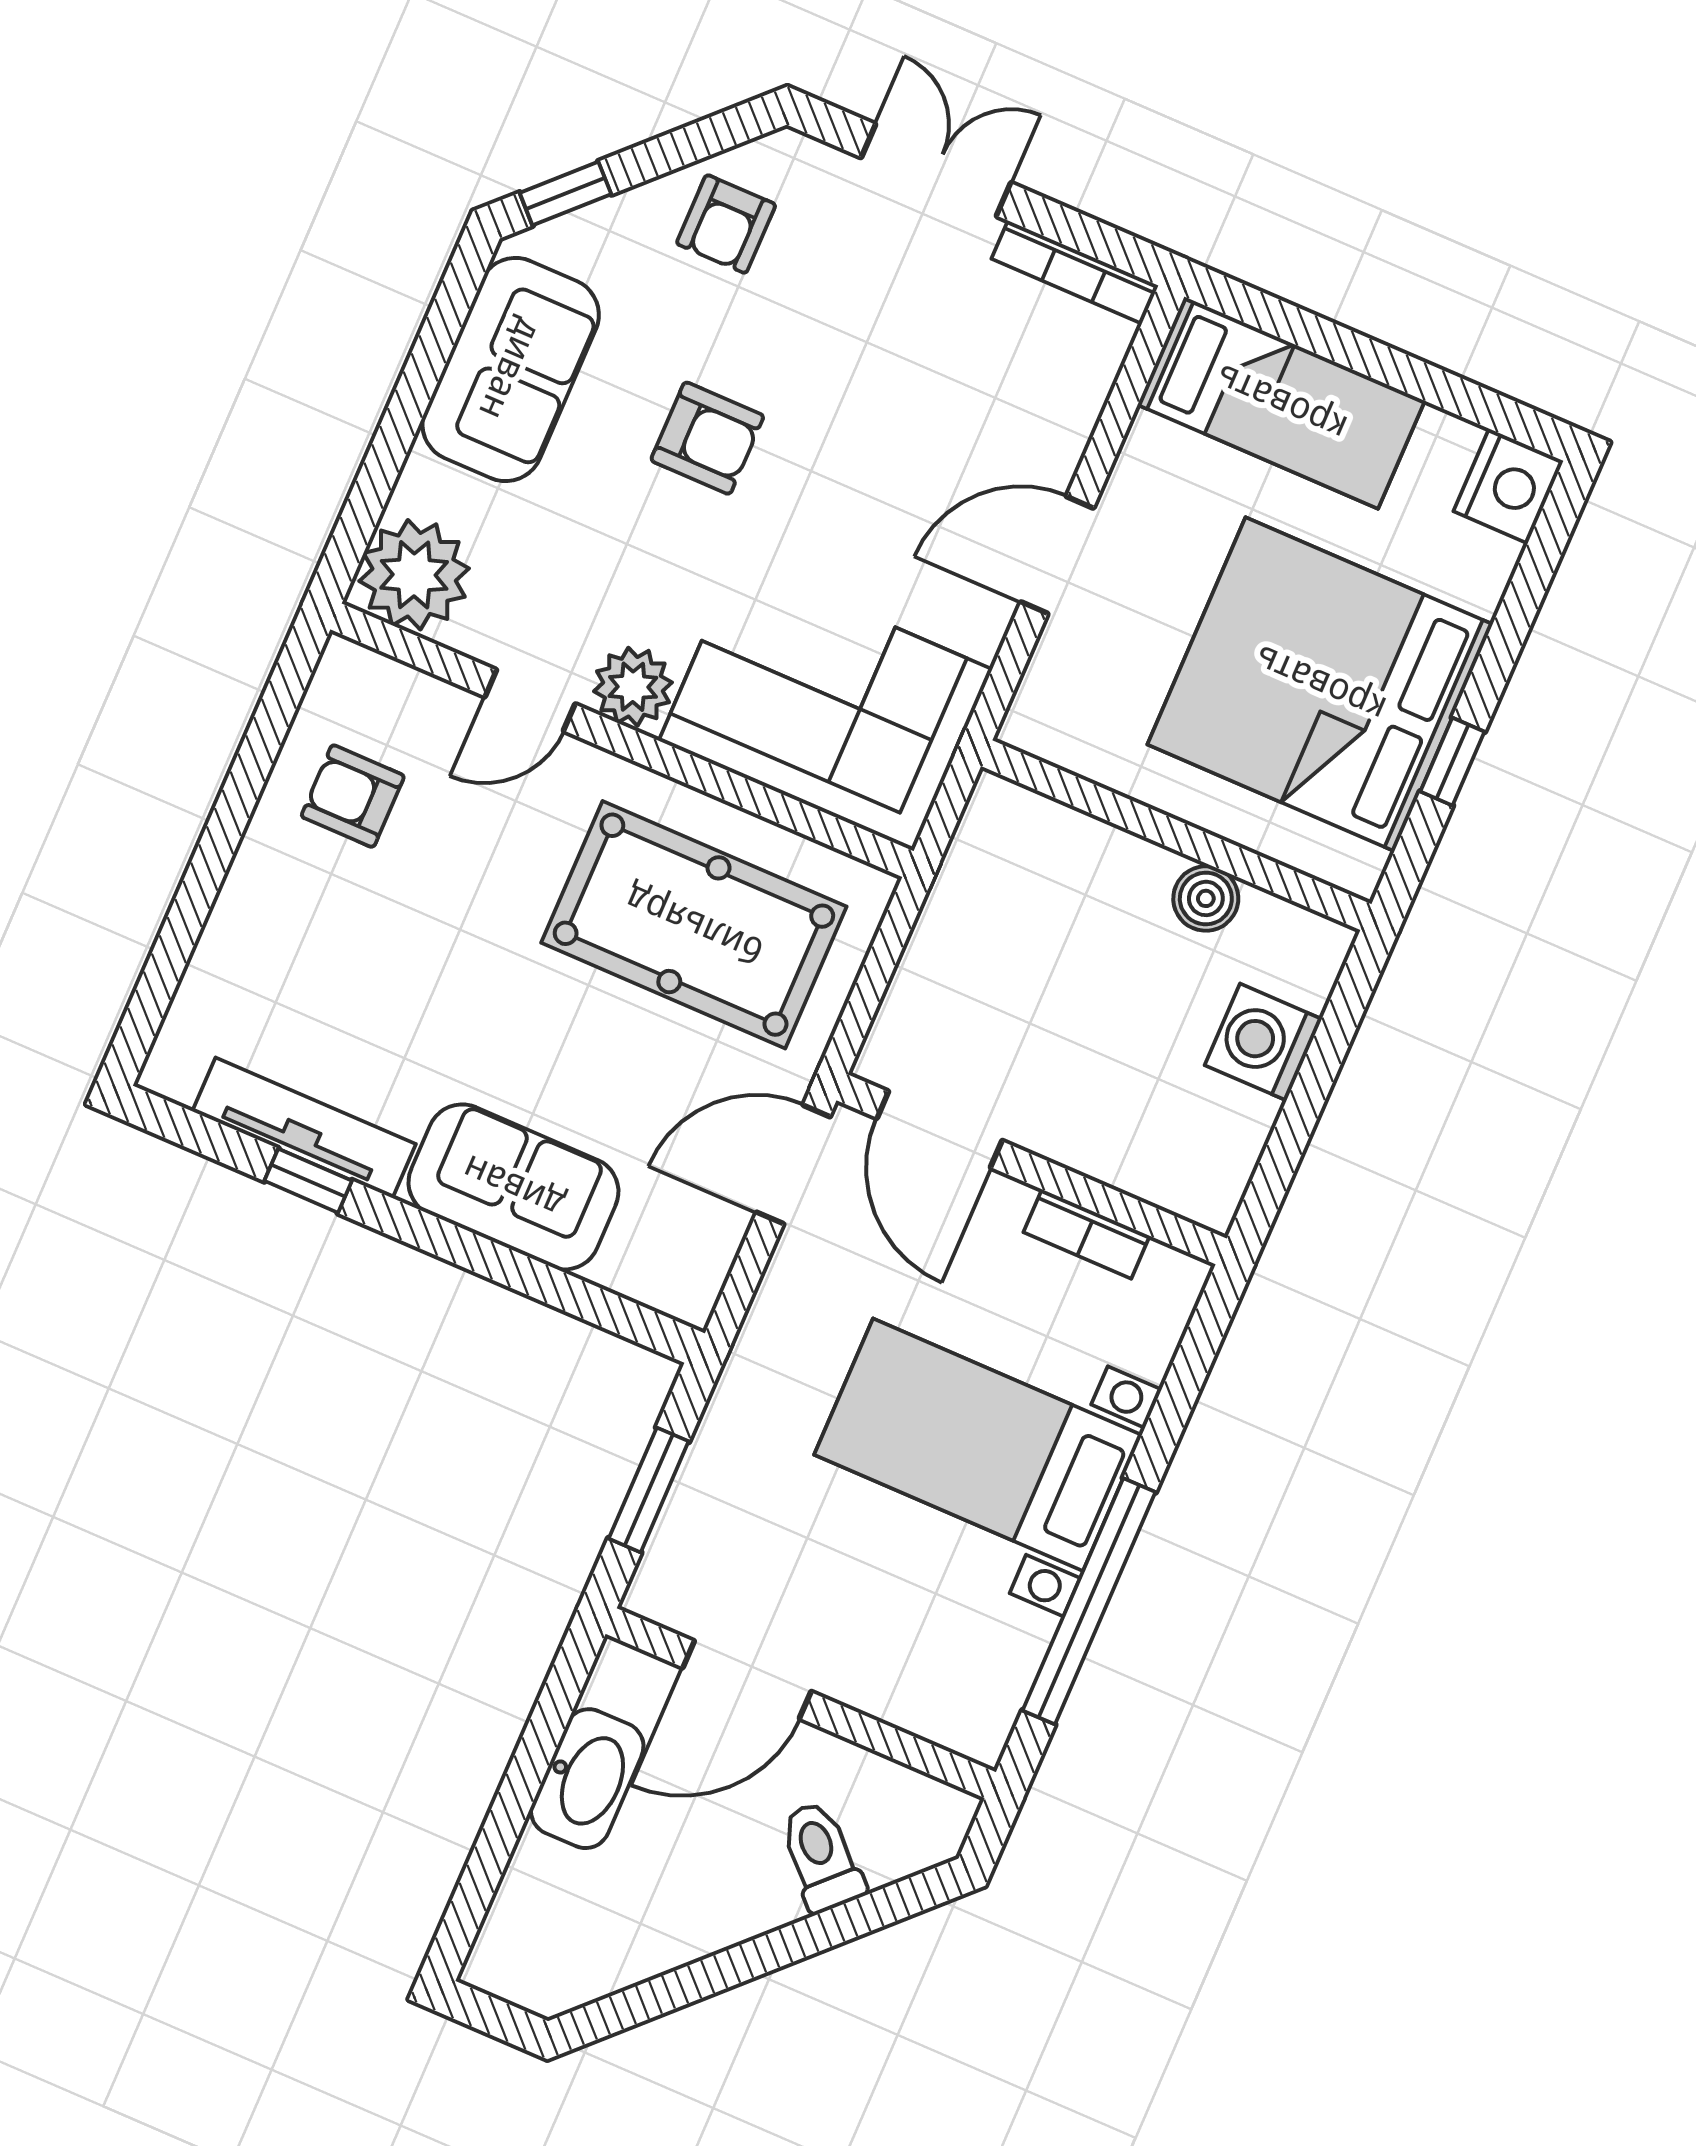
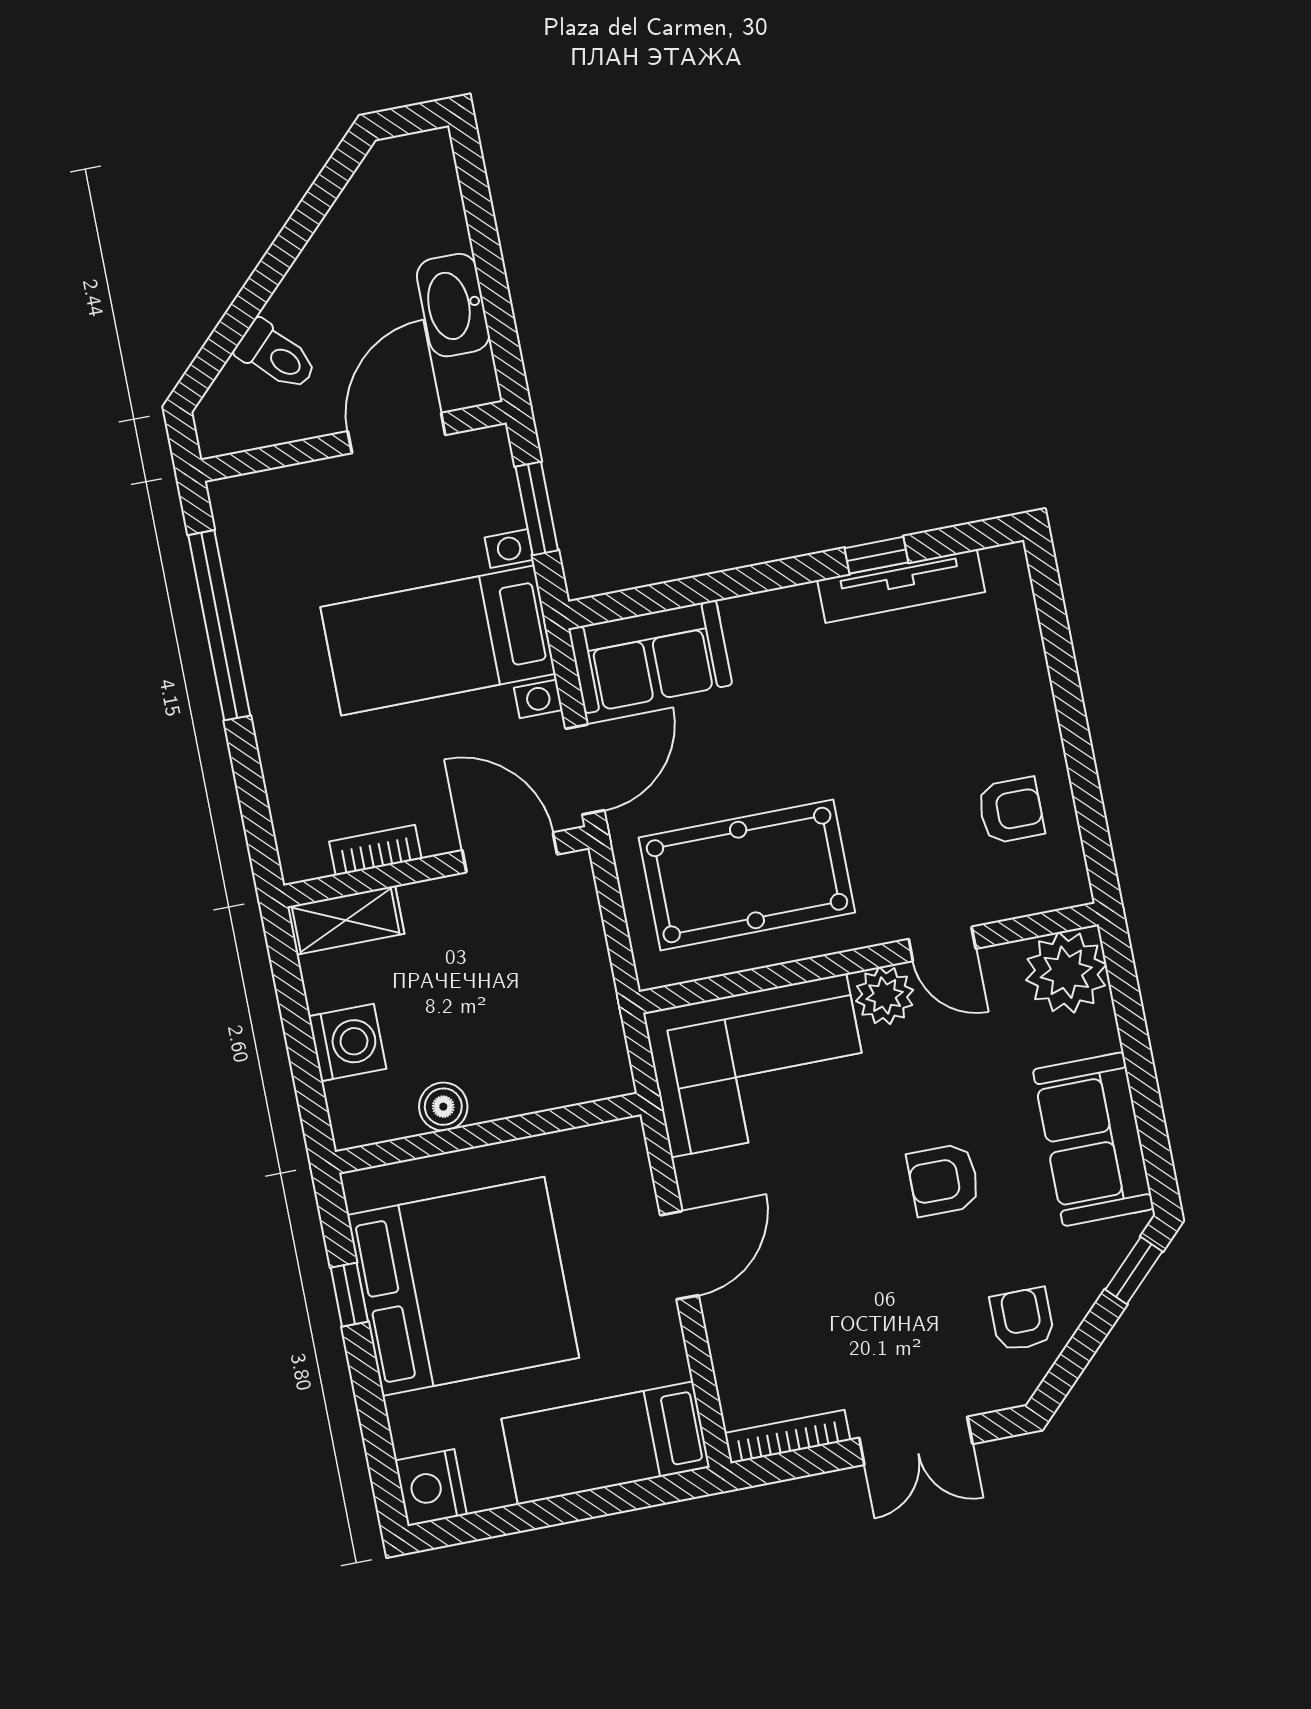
door: (530, 700) -> (942, 944), swing flipped
shelving: (1172, 1179) -> (346, 920), added
sofa: (513, 1187) -> (650, 657), moved
bed with nightstands: (978, 1445) -> (438, 640), moved, turned 180

